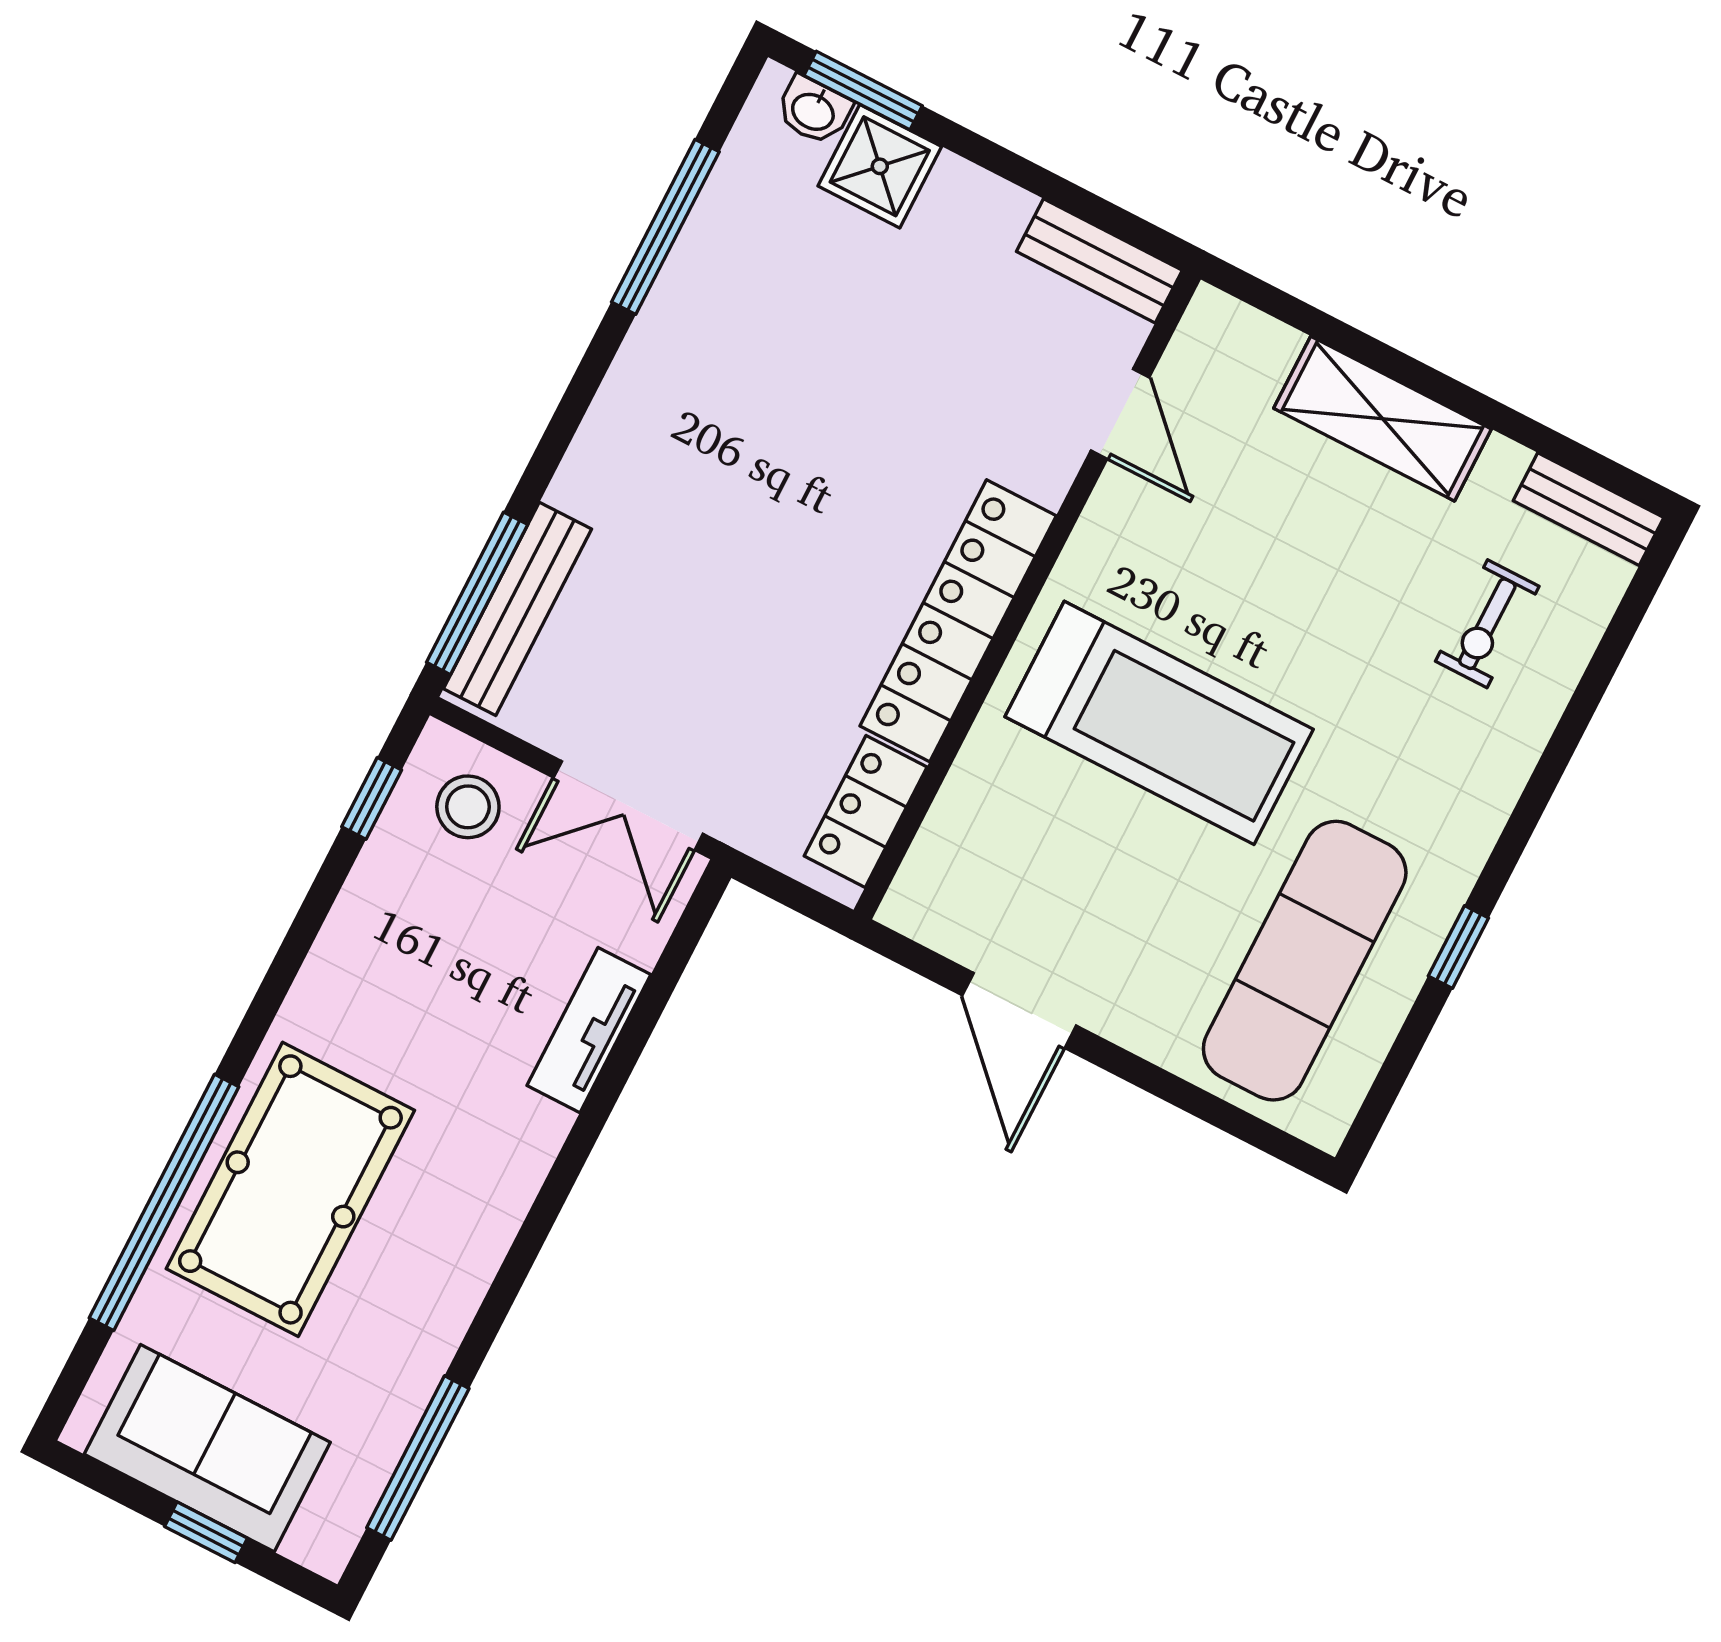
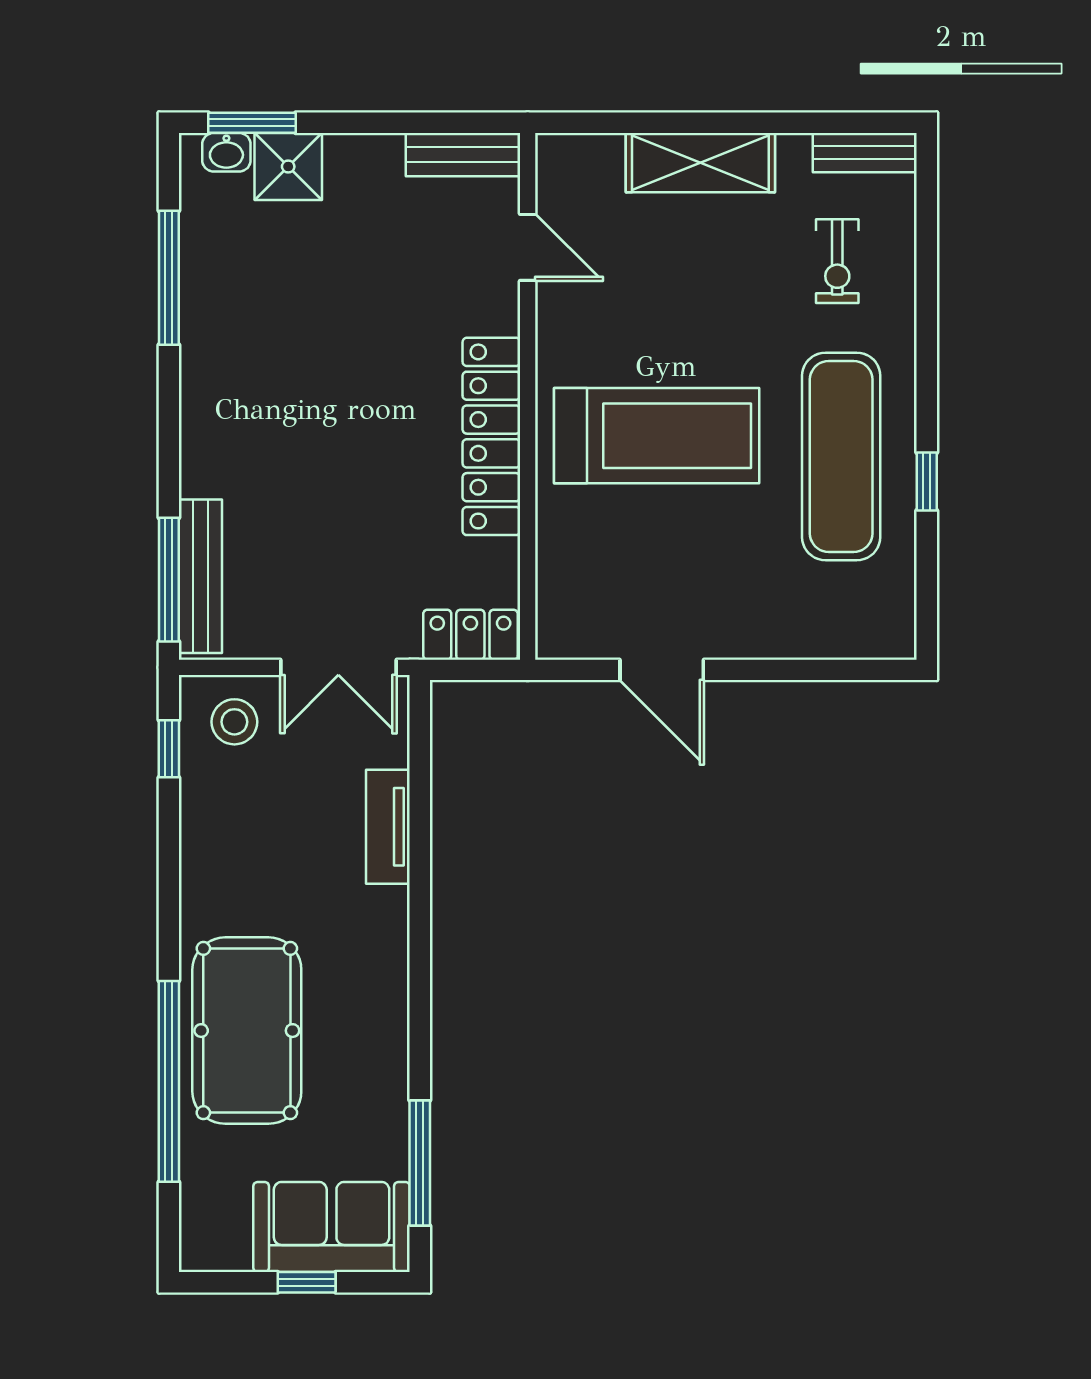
locker: (866, 812) -> (470, 635), moved, turned 90
exercise mat: (1305, 961) -> (841, 456), moved
sofa: (207, 1448) -> (332, 1227), moved

